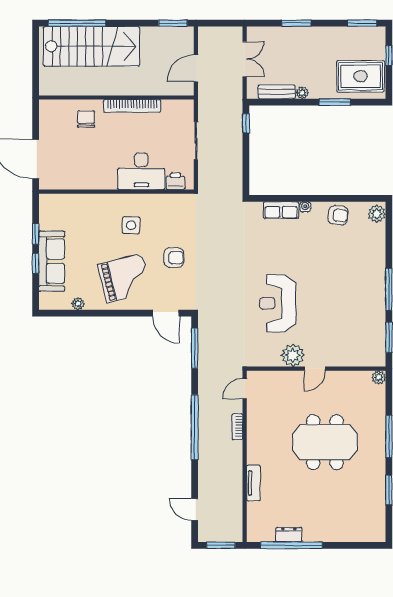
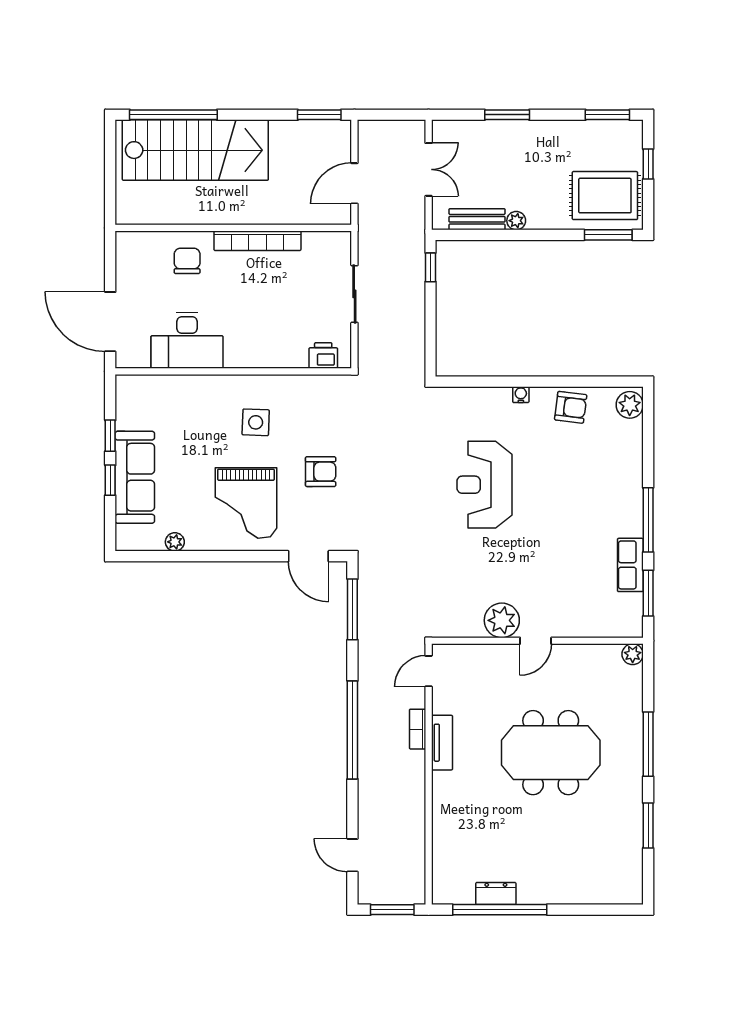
window: (335, 102) -> (608, 235), moved
desk: (141, 171) -> (187, 340), moved
row of seats: (281, 210) -> (630, 565), moved, turned 90
grand piano: (125, 278) -> (246, 503), turned 104
reception desk: (278, 303) -> (484, 485), moved
tv unit: (253, 483) -> (442, 743), moved

